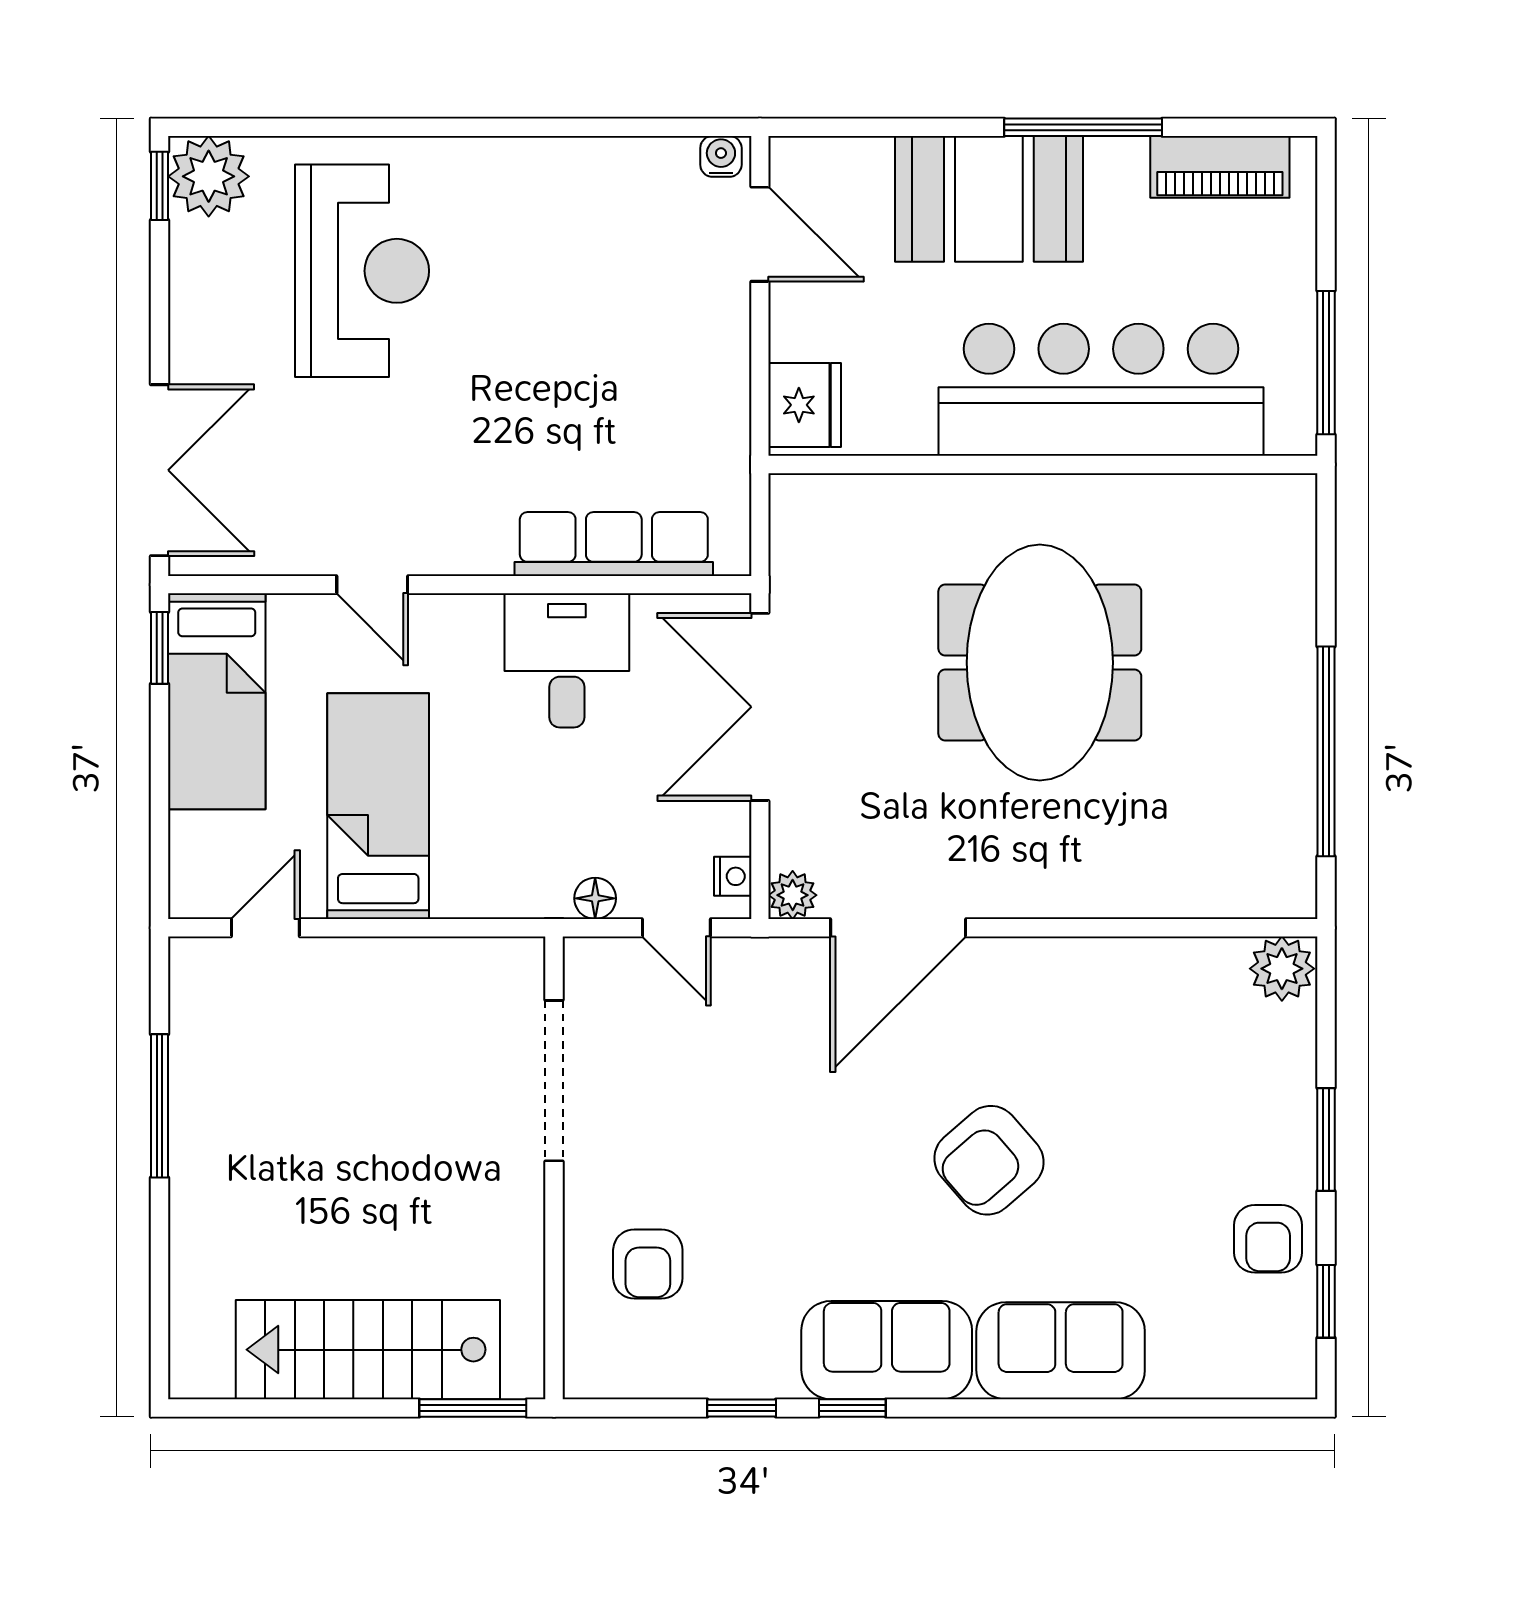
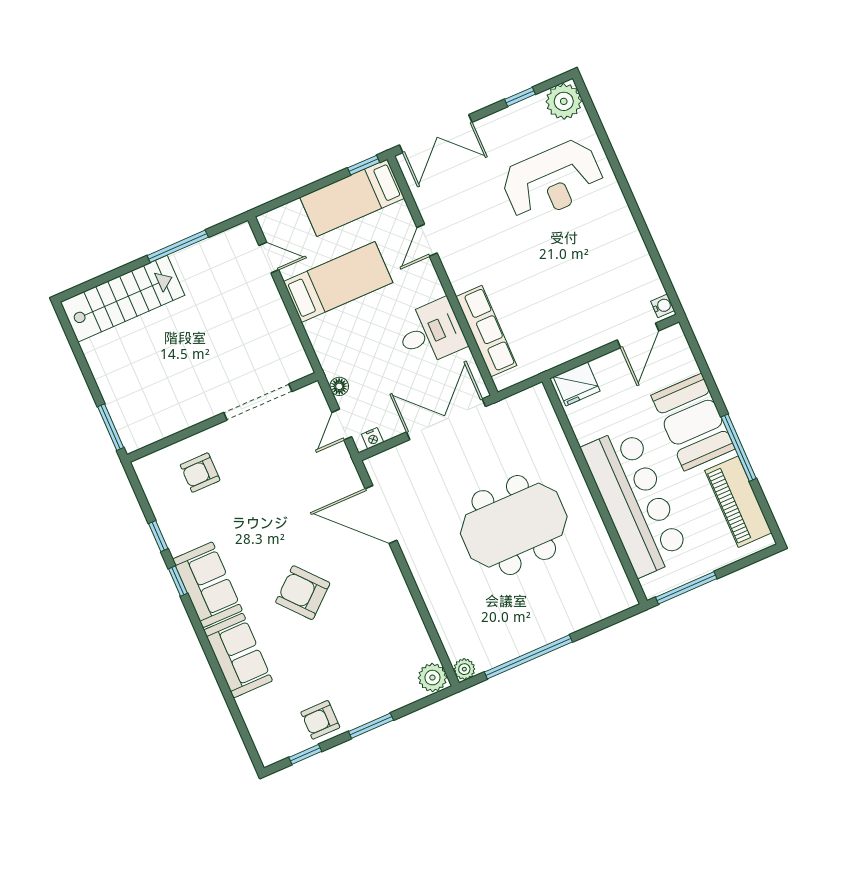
piano: (1220, 167) -> (738, 502), width x1.37, depth x1.33
window: (160, 186) -> (520, 97), moved
plant: (793, 895) -> (464, 669), moved
stairs: (368, 1350) -> (122, 299), moved, turned 90

